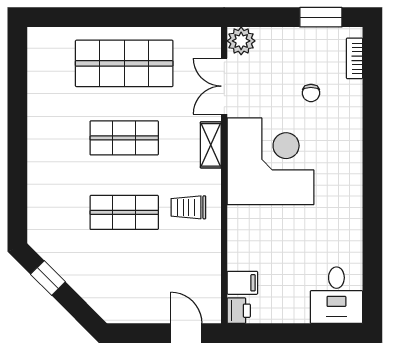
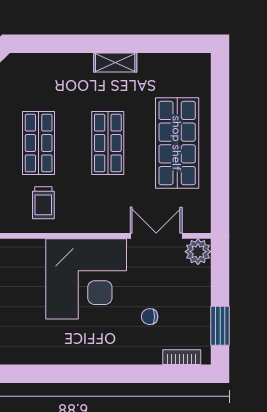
shelving: (211, 145) -> (115, 62), moved
trolley: (188, 207) -> (43, 203), turned 180

